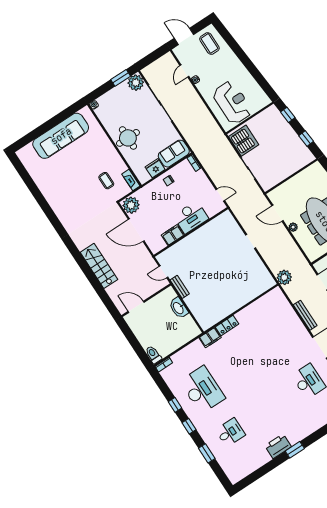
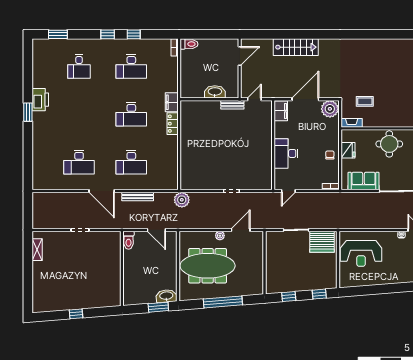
sofa: (174, 154) -> (363, 181), moved, turned -90
filing cabinet: (173, 235) -> (281, 111), moved
desk: (281, 339) -> (131, 162), added
desk: (242, 364) -> (131, 114), added
desk: (202, 390) -> (131, 66), width x0.73, depth x0.77
window: (207, 453) -> (58, 34), moved

